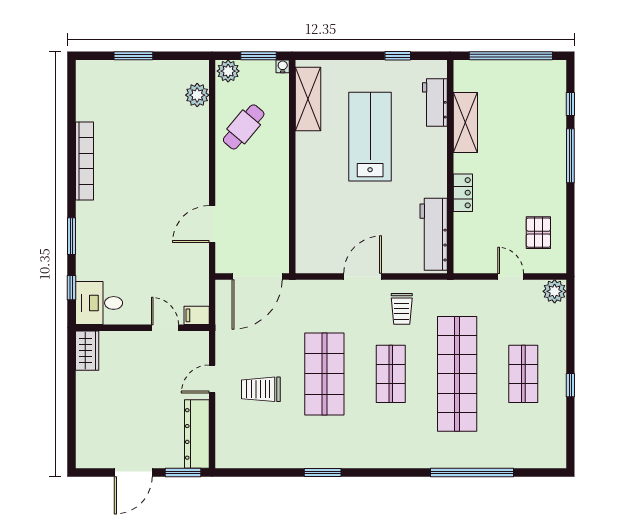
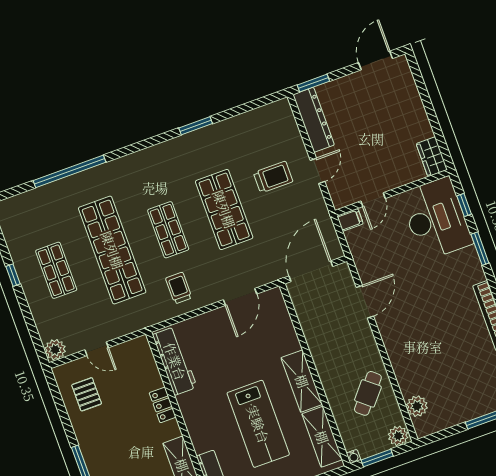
shelving: (308, 165) -> (302, 381), added
door: (363, 276) -> (240, 297), moved
desk: (99, 303) -> (436, 219), width x1.87, depth x1.30
door: (165, 328) -> (373, 200), hinge flipped
door: (133, 472) -> (376, 61), moved

